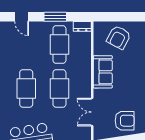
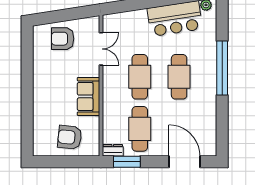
door: (22, 17) -> (184, 162), width x1.88
window: (55, 17) -> (127, 162), moved
armchair: (119, 37) -> (70, 137), turned -112

